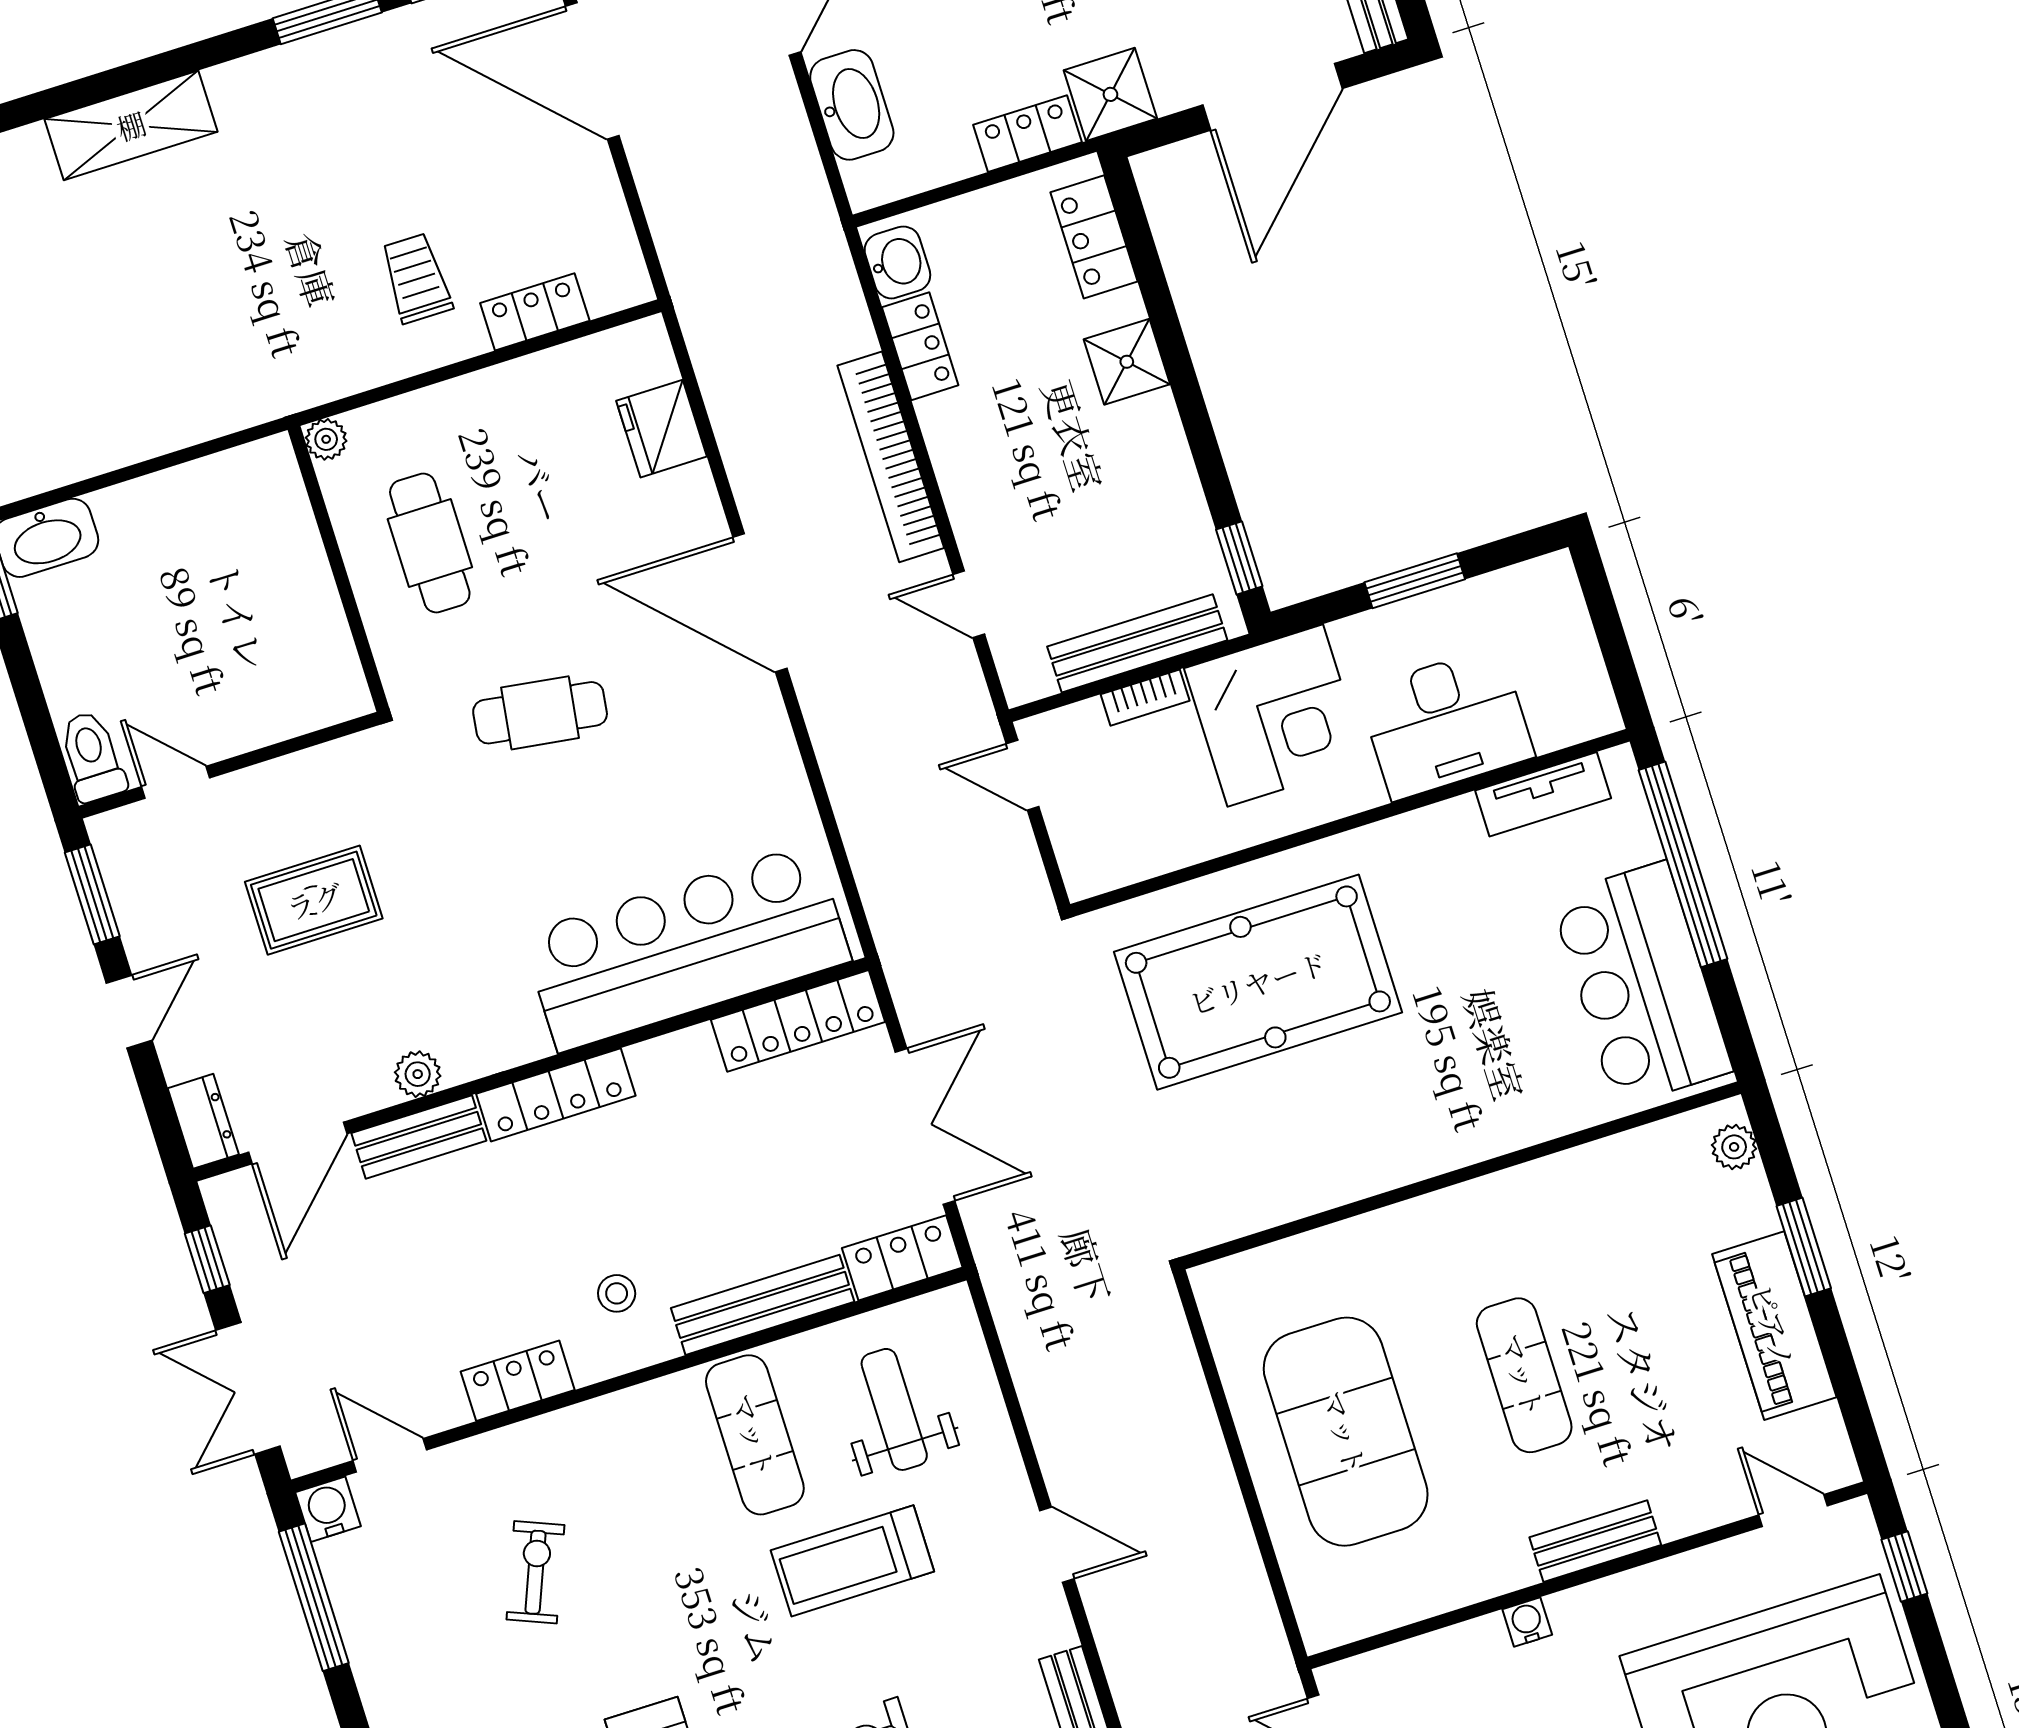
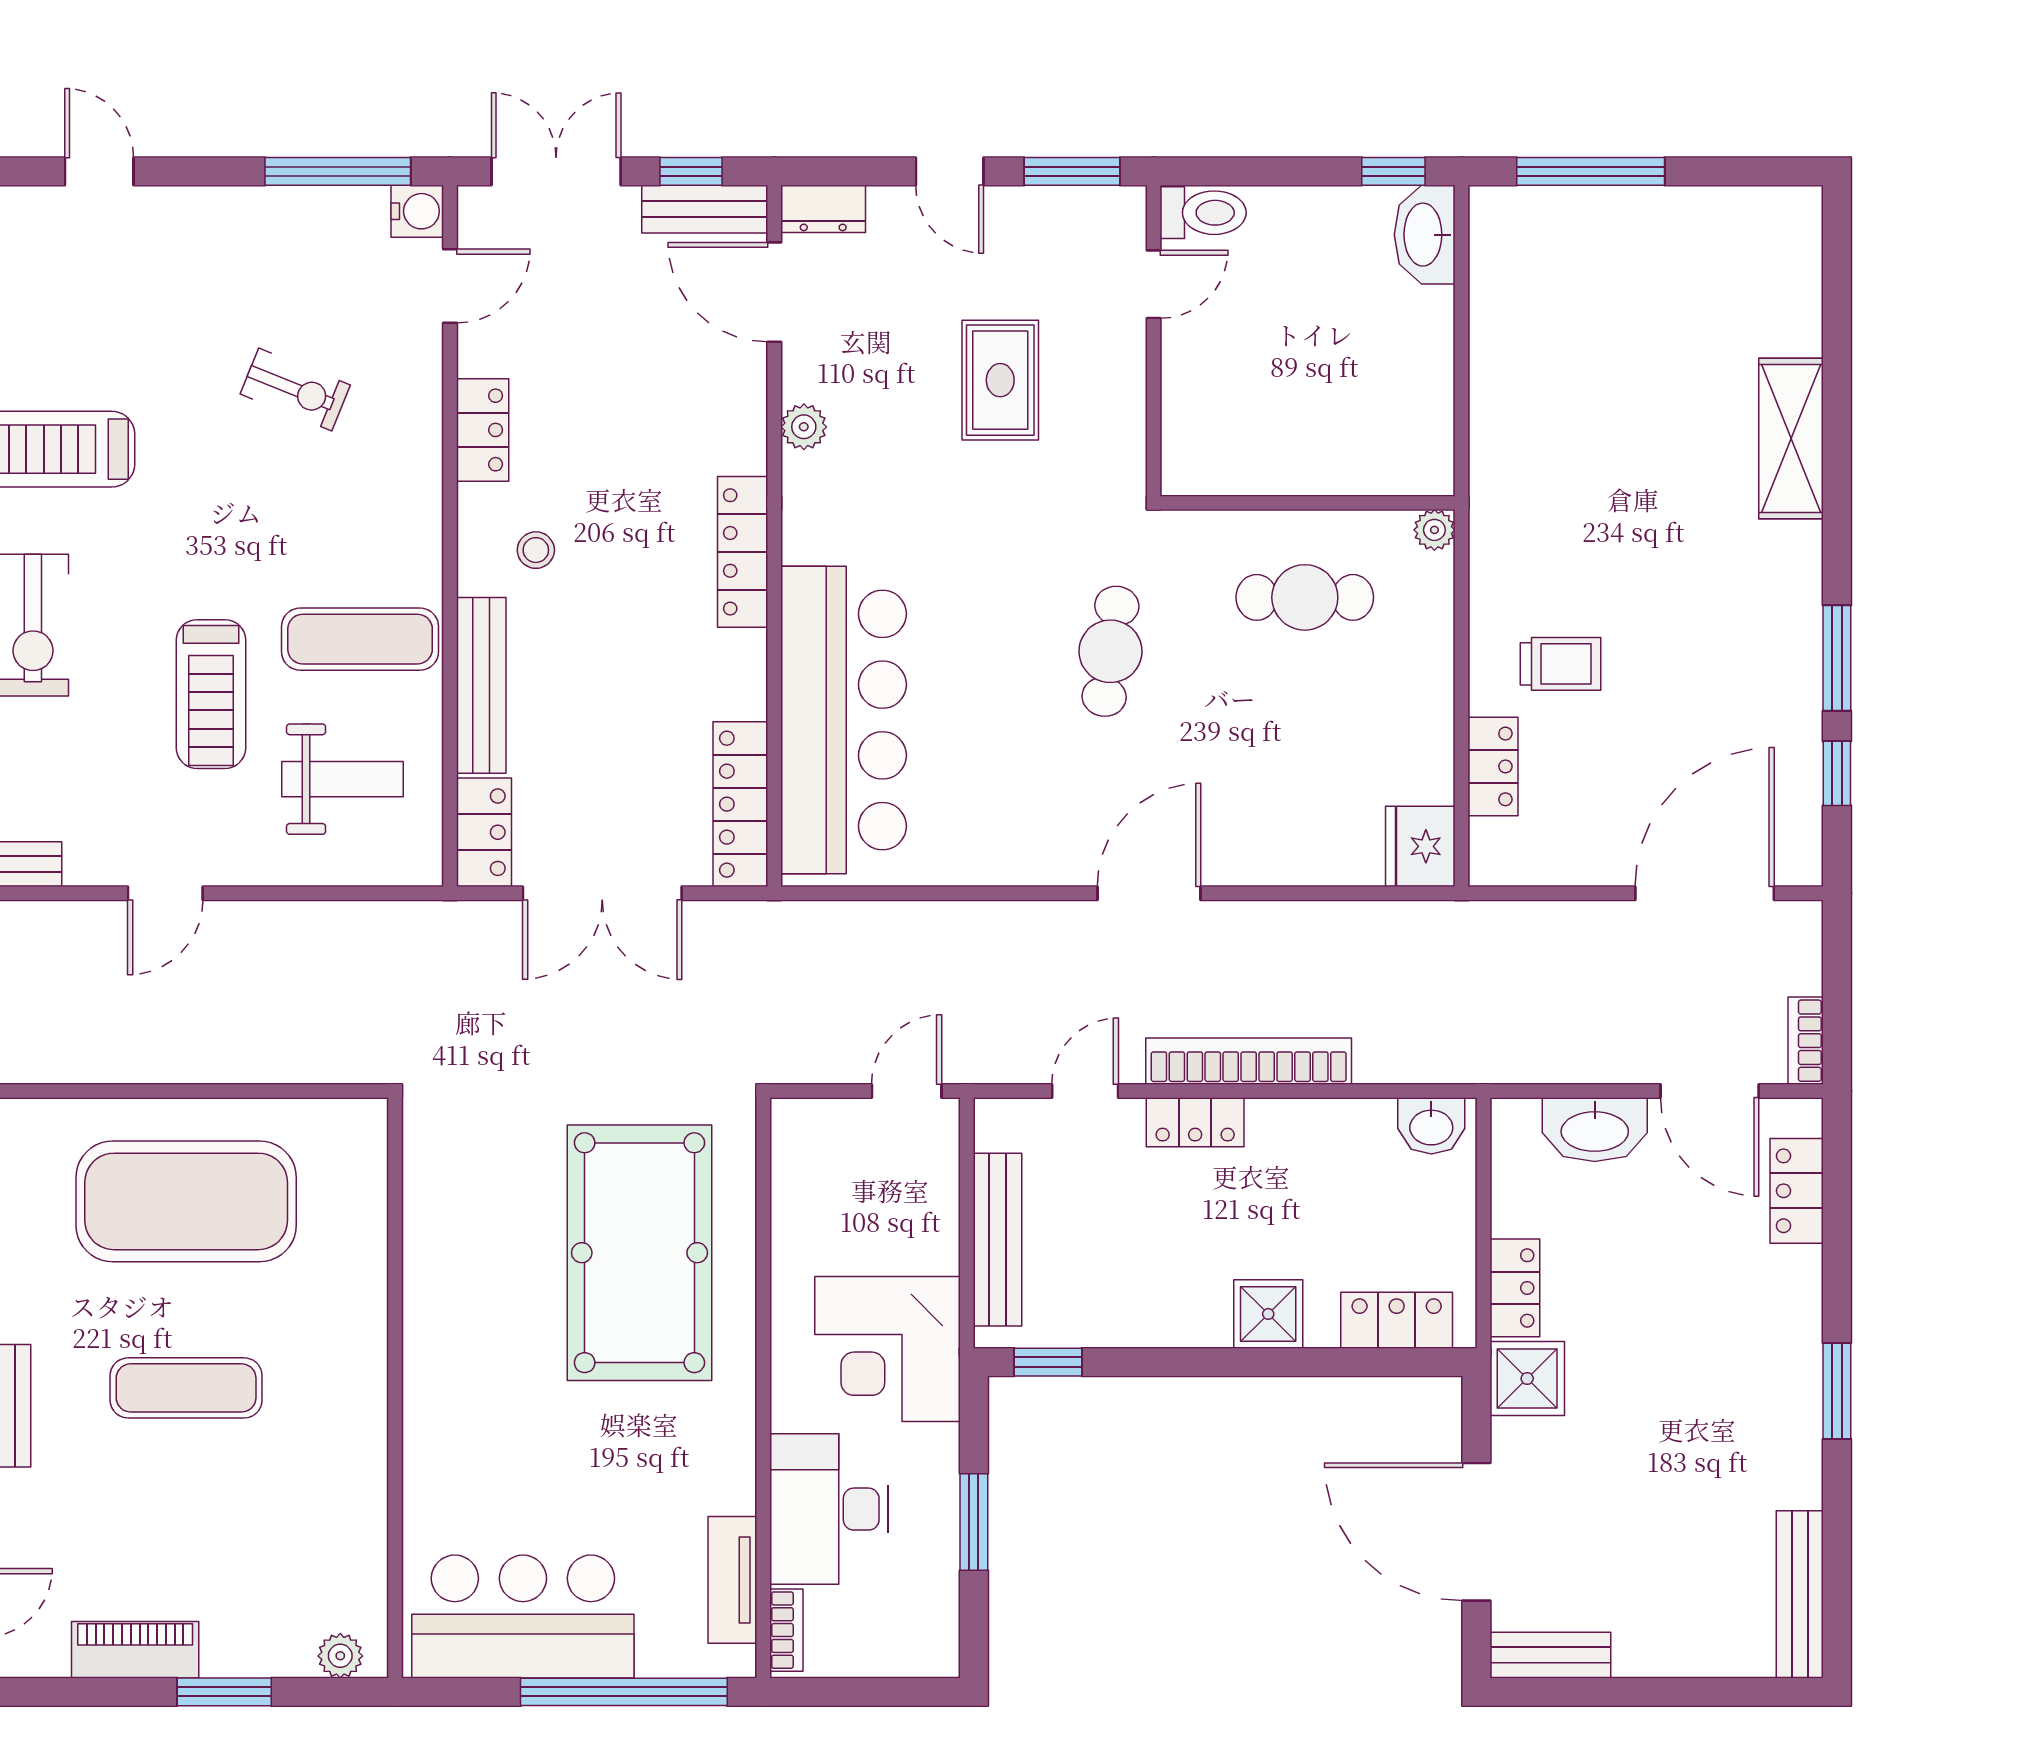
locker: (920, 346) -> (1195, 1122), moved
fridge: (662, 429) -> (1420, 846), moved, turned -90
door: (760, 603) -> (1149, 893), width x0.73
bookcase: (1145, 698) -> (786, 1630), moved, turned 180
bench: (419, 1137) -> (705, 209), moved, turned 90
piano: (1774, 1326) -> (135, 1650), width x0.73, depth x0.75
treadmill: (852, 1561) -> (211, 694), turned 180

